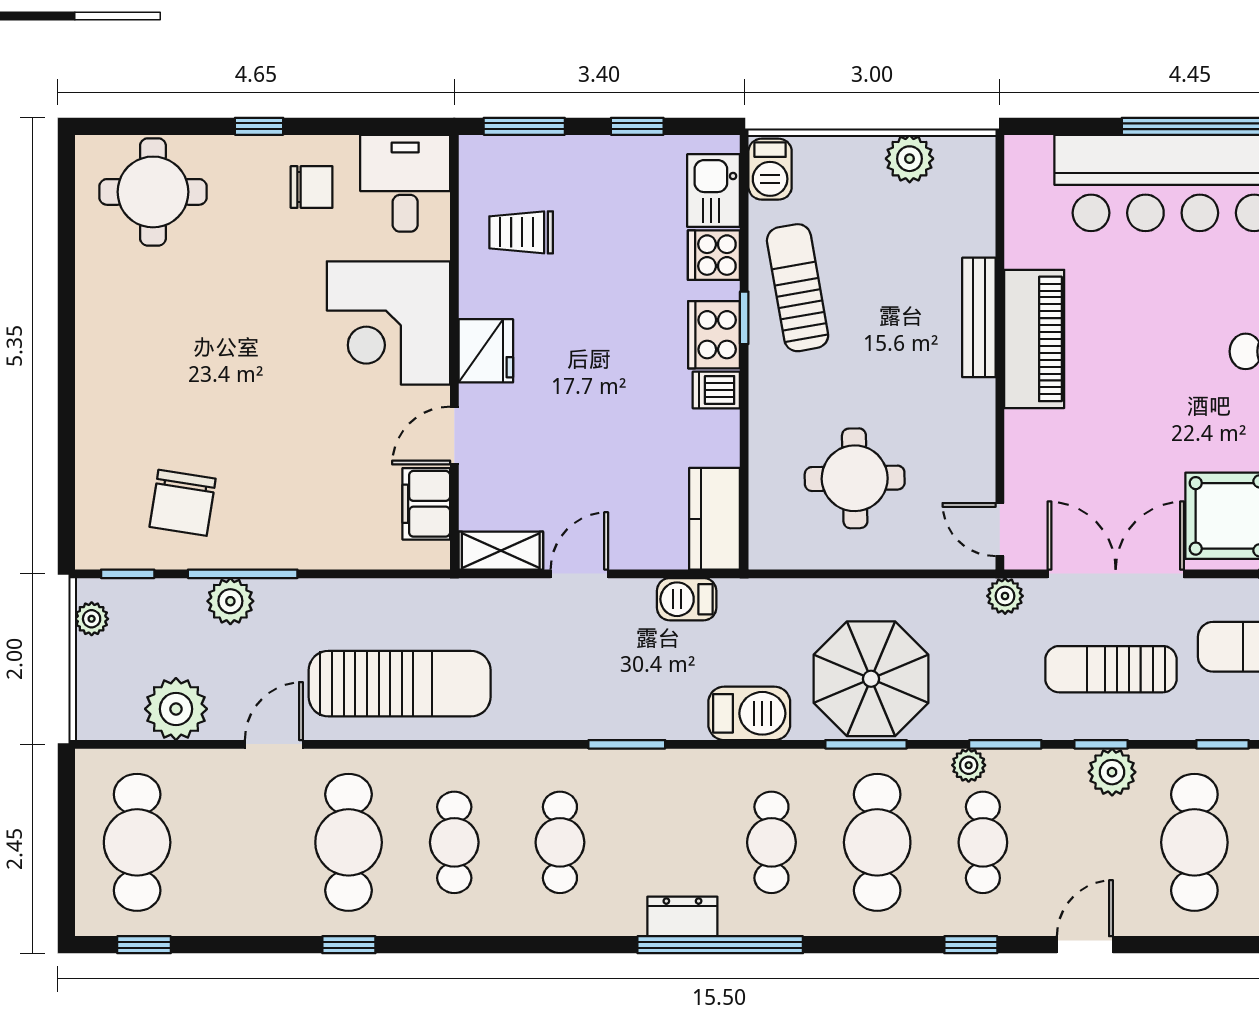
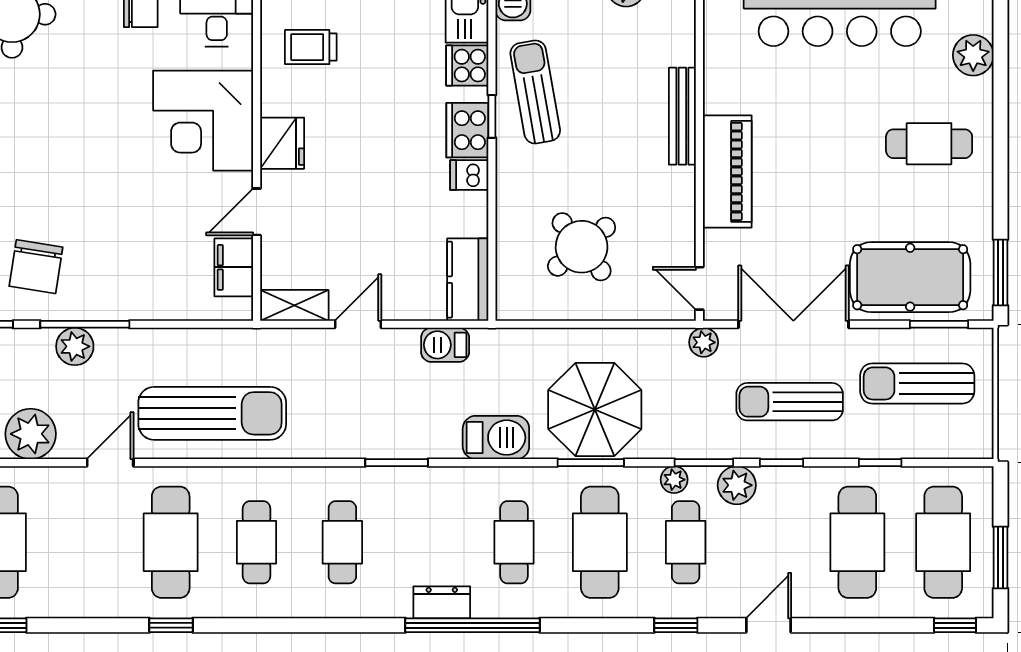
piano: (1034, 339) -> (727, 171), moved
round table: (855, 478) -> (582, 247), turned -38
plant: (1112, 772) -> (737, 485), moved

